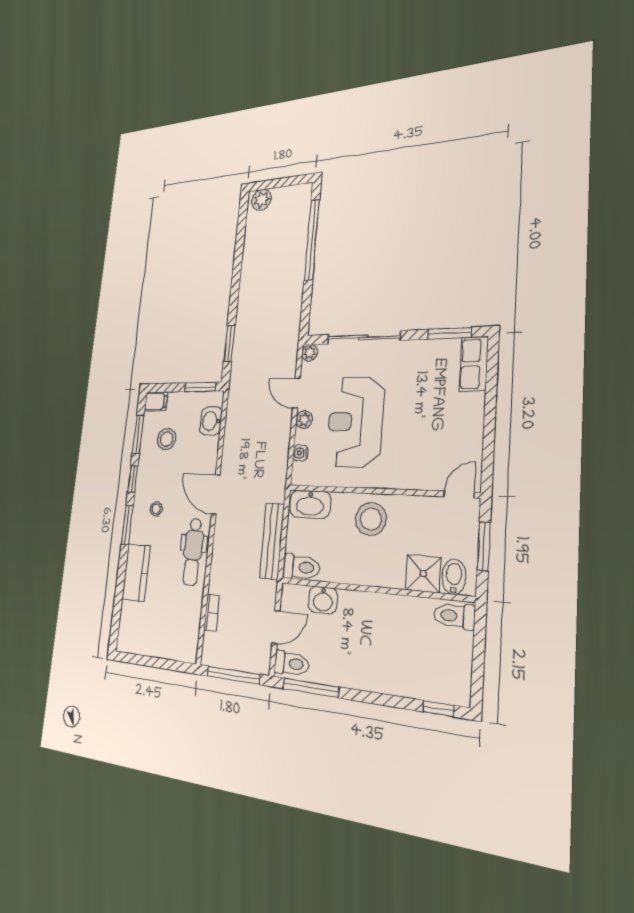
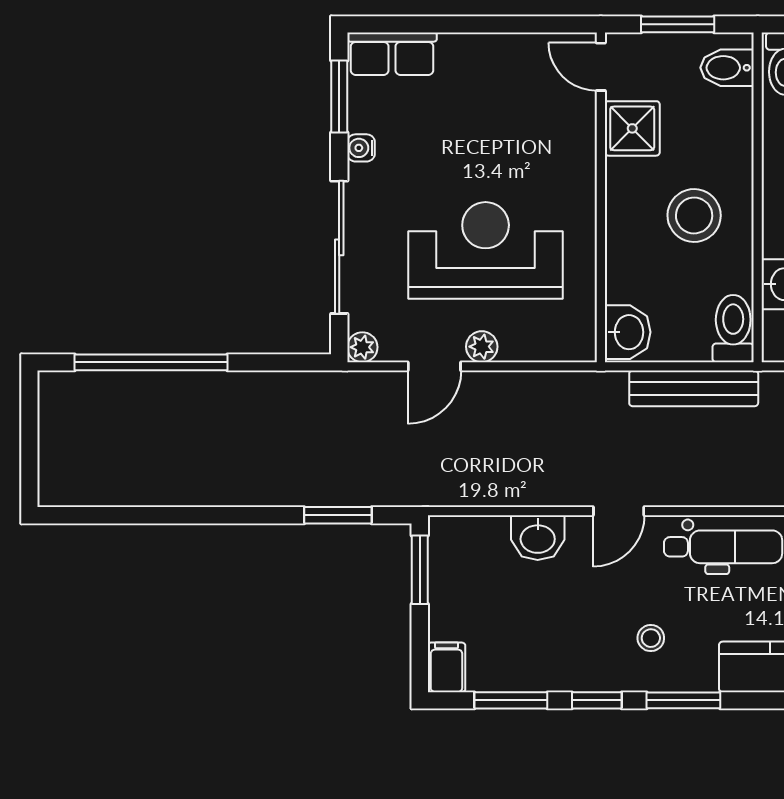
plant: (262, 200) -> (59, 477), removed
washbasin: (211, 421) -> (538, 538), moved
reception desk: (355, 422) -> (486, 250), turned 180
stool: (166, 439) -> (519, 633), removed
water cooler: (300, 453) -> (361, 148), moved, turned 90
door: (216, 494) -> (619, 511), width x0.73
washbasin: (310, 504) -> (628, 332), width x0.72
stool: (371, 519) -> (694, 215), moved
shower: (423, 574) -> (632, 128), moved

